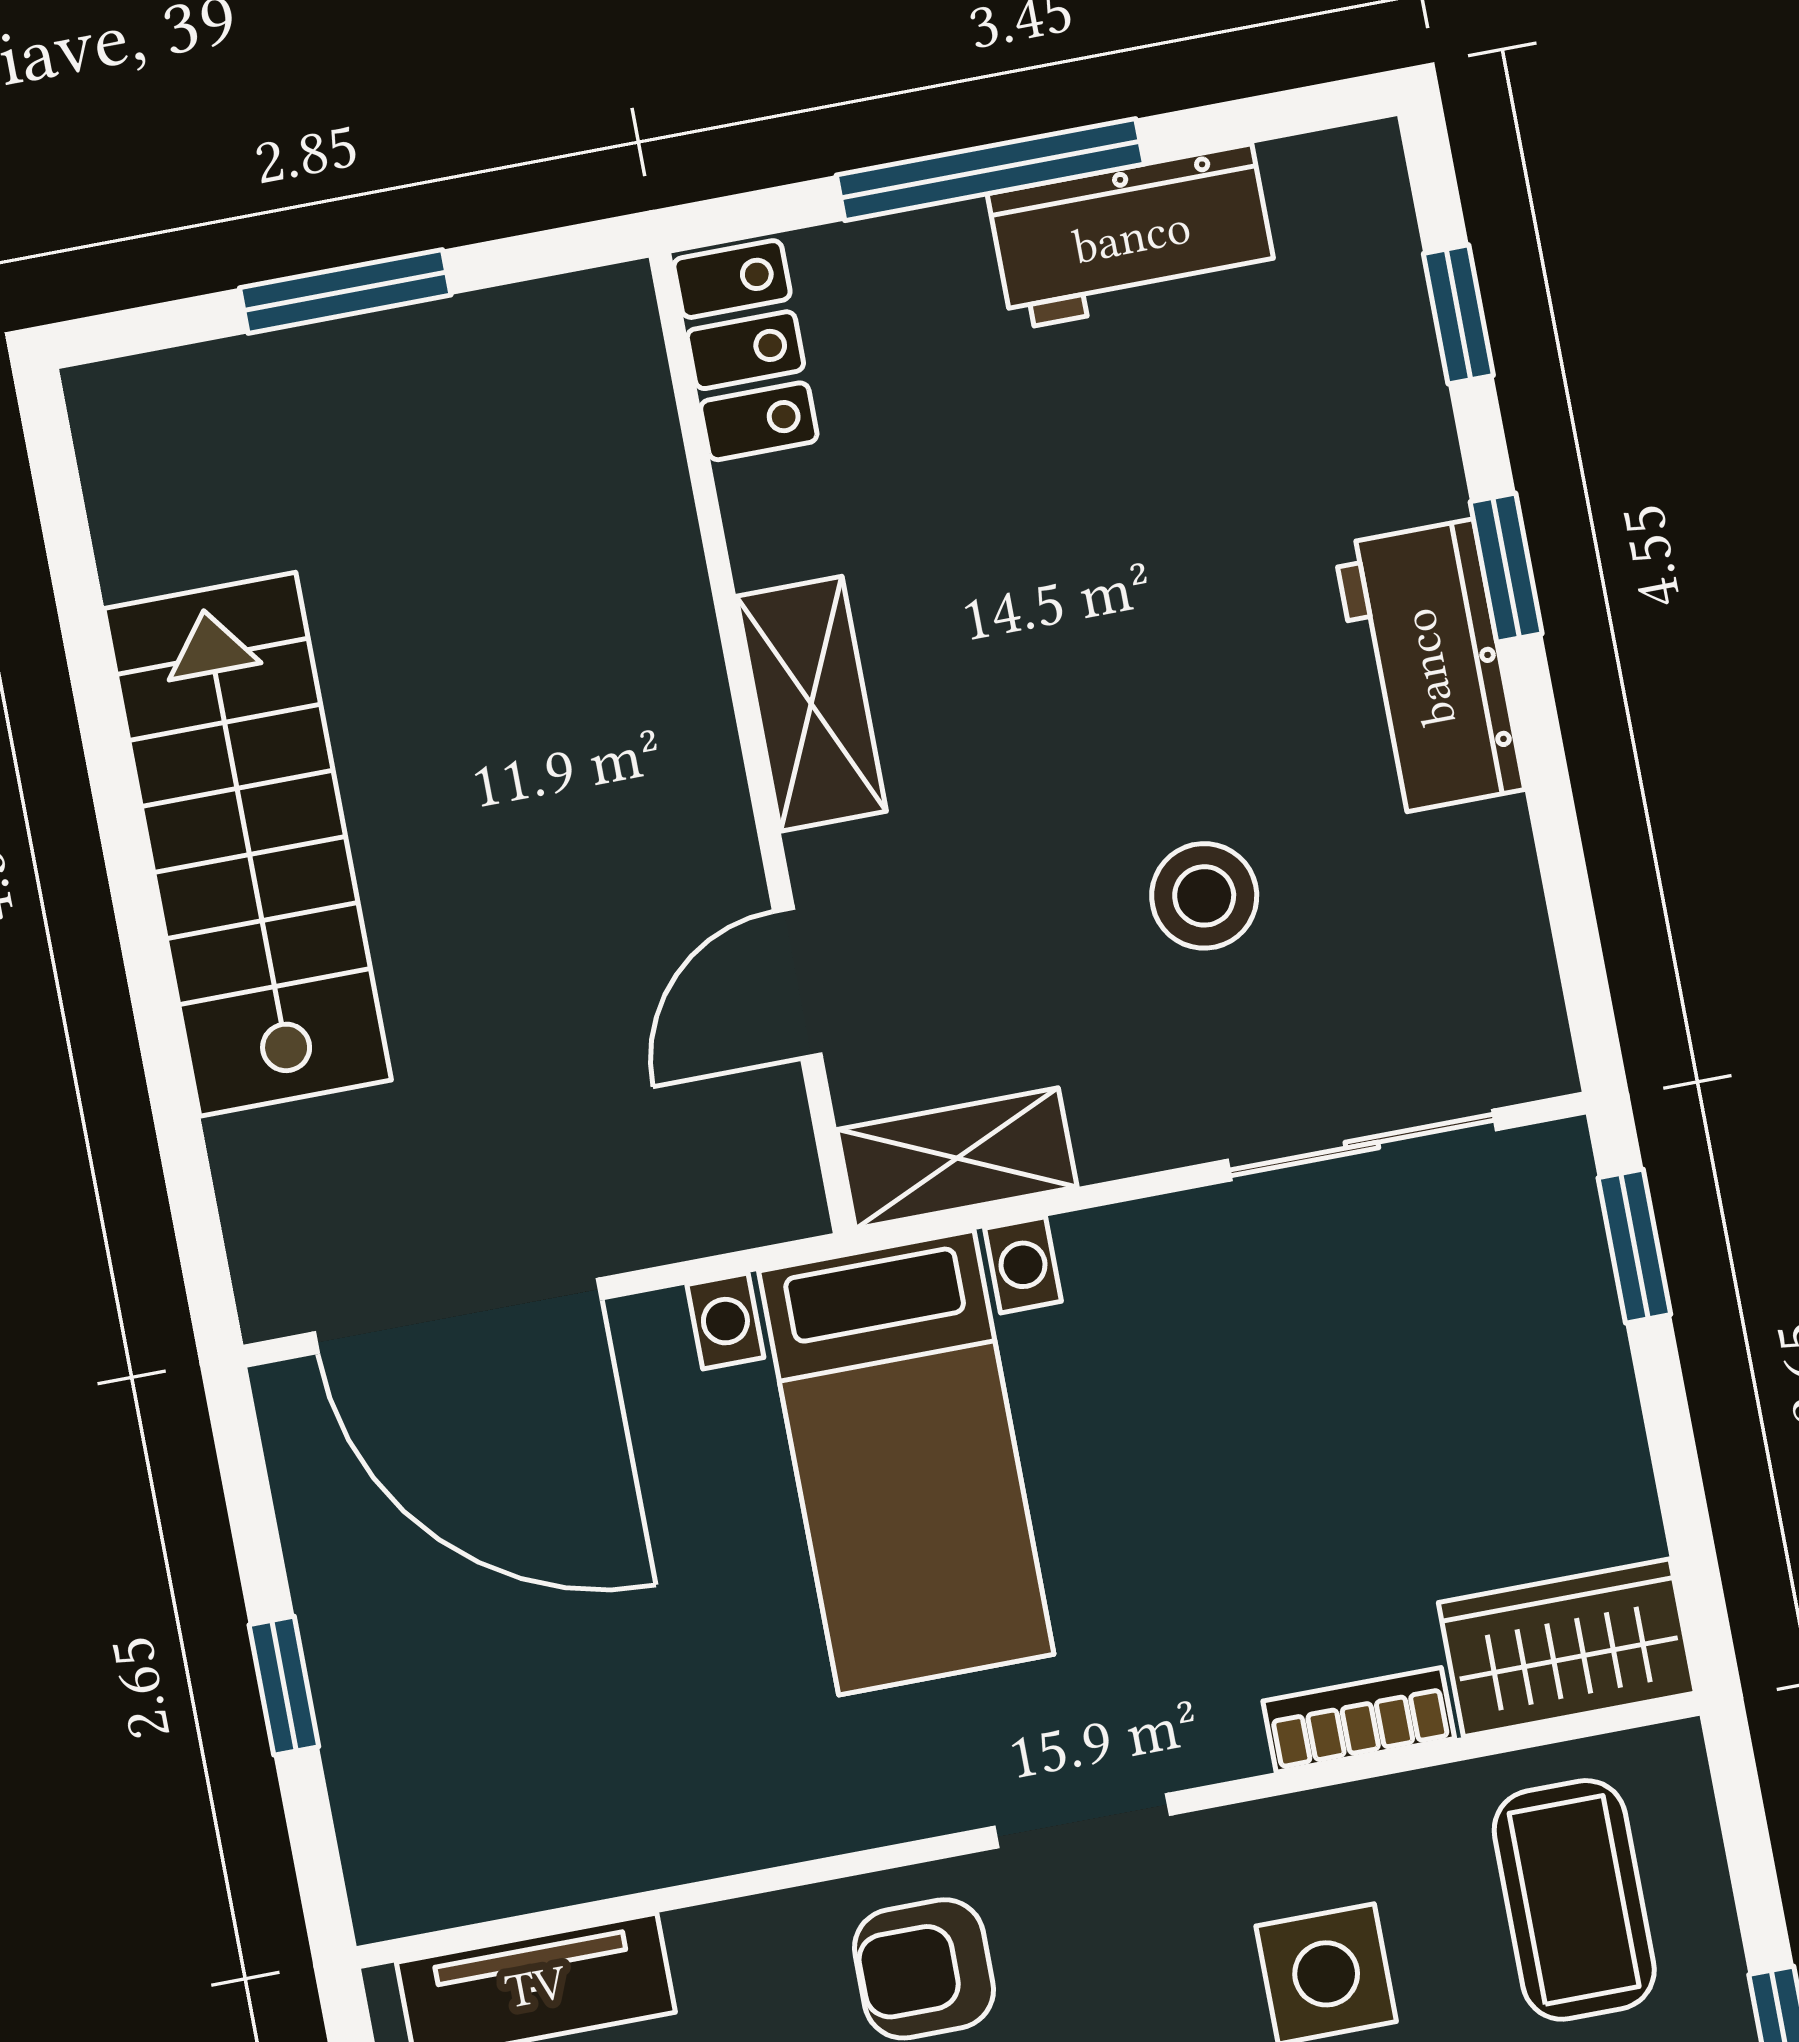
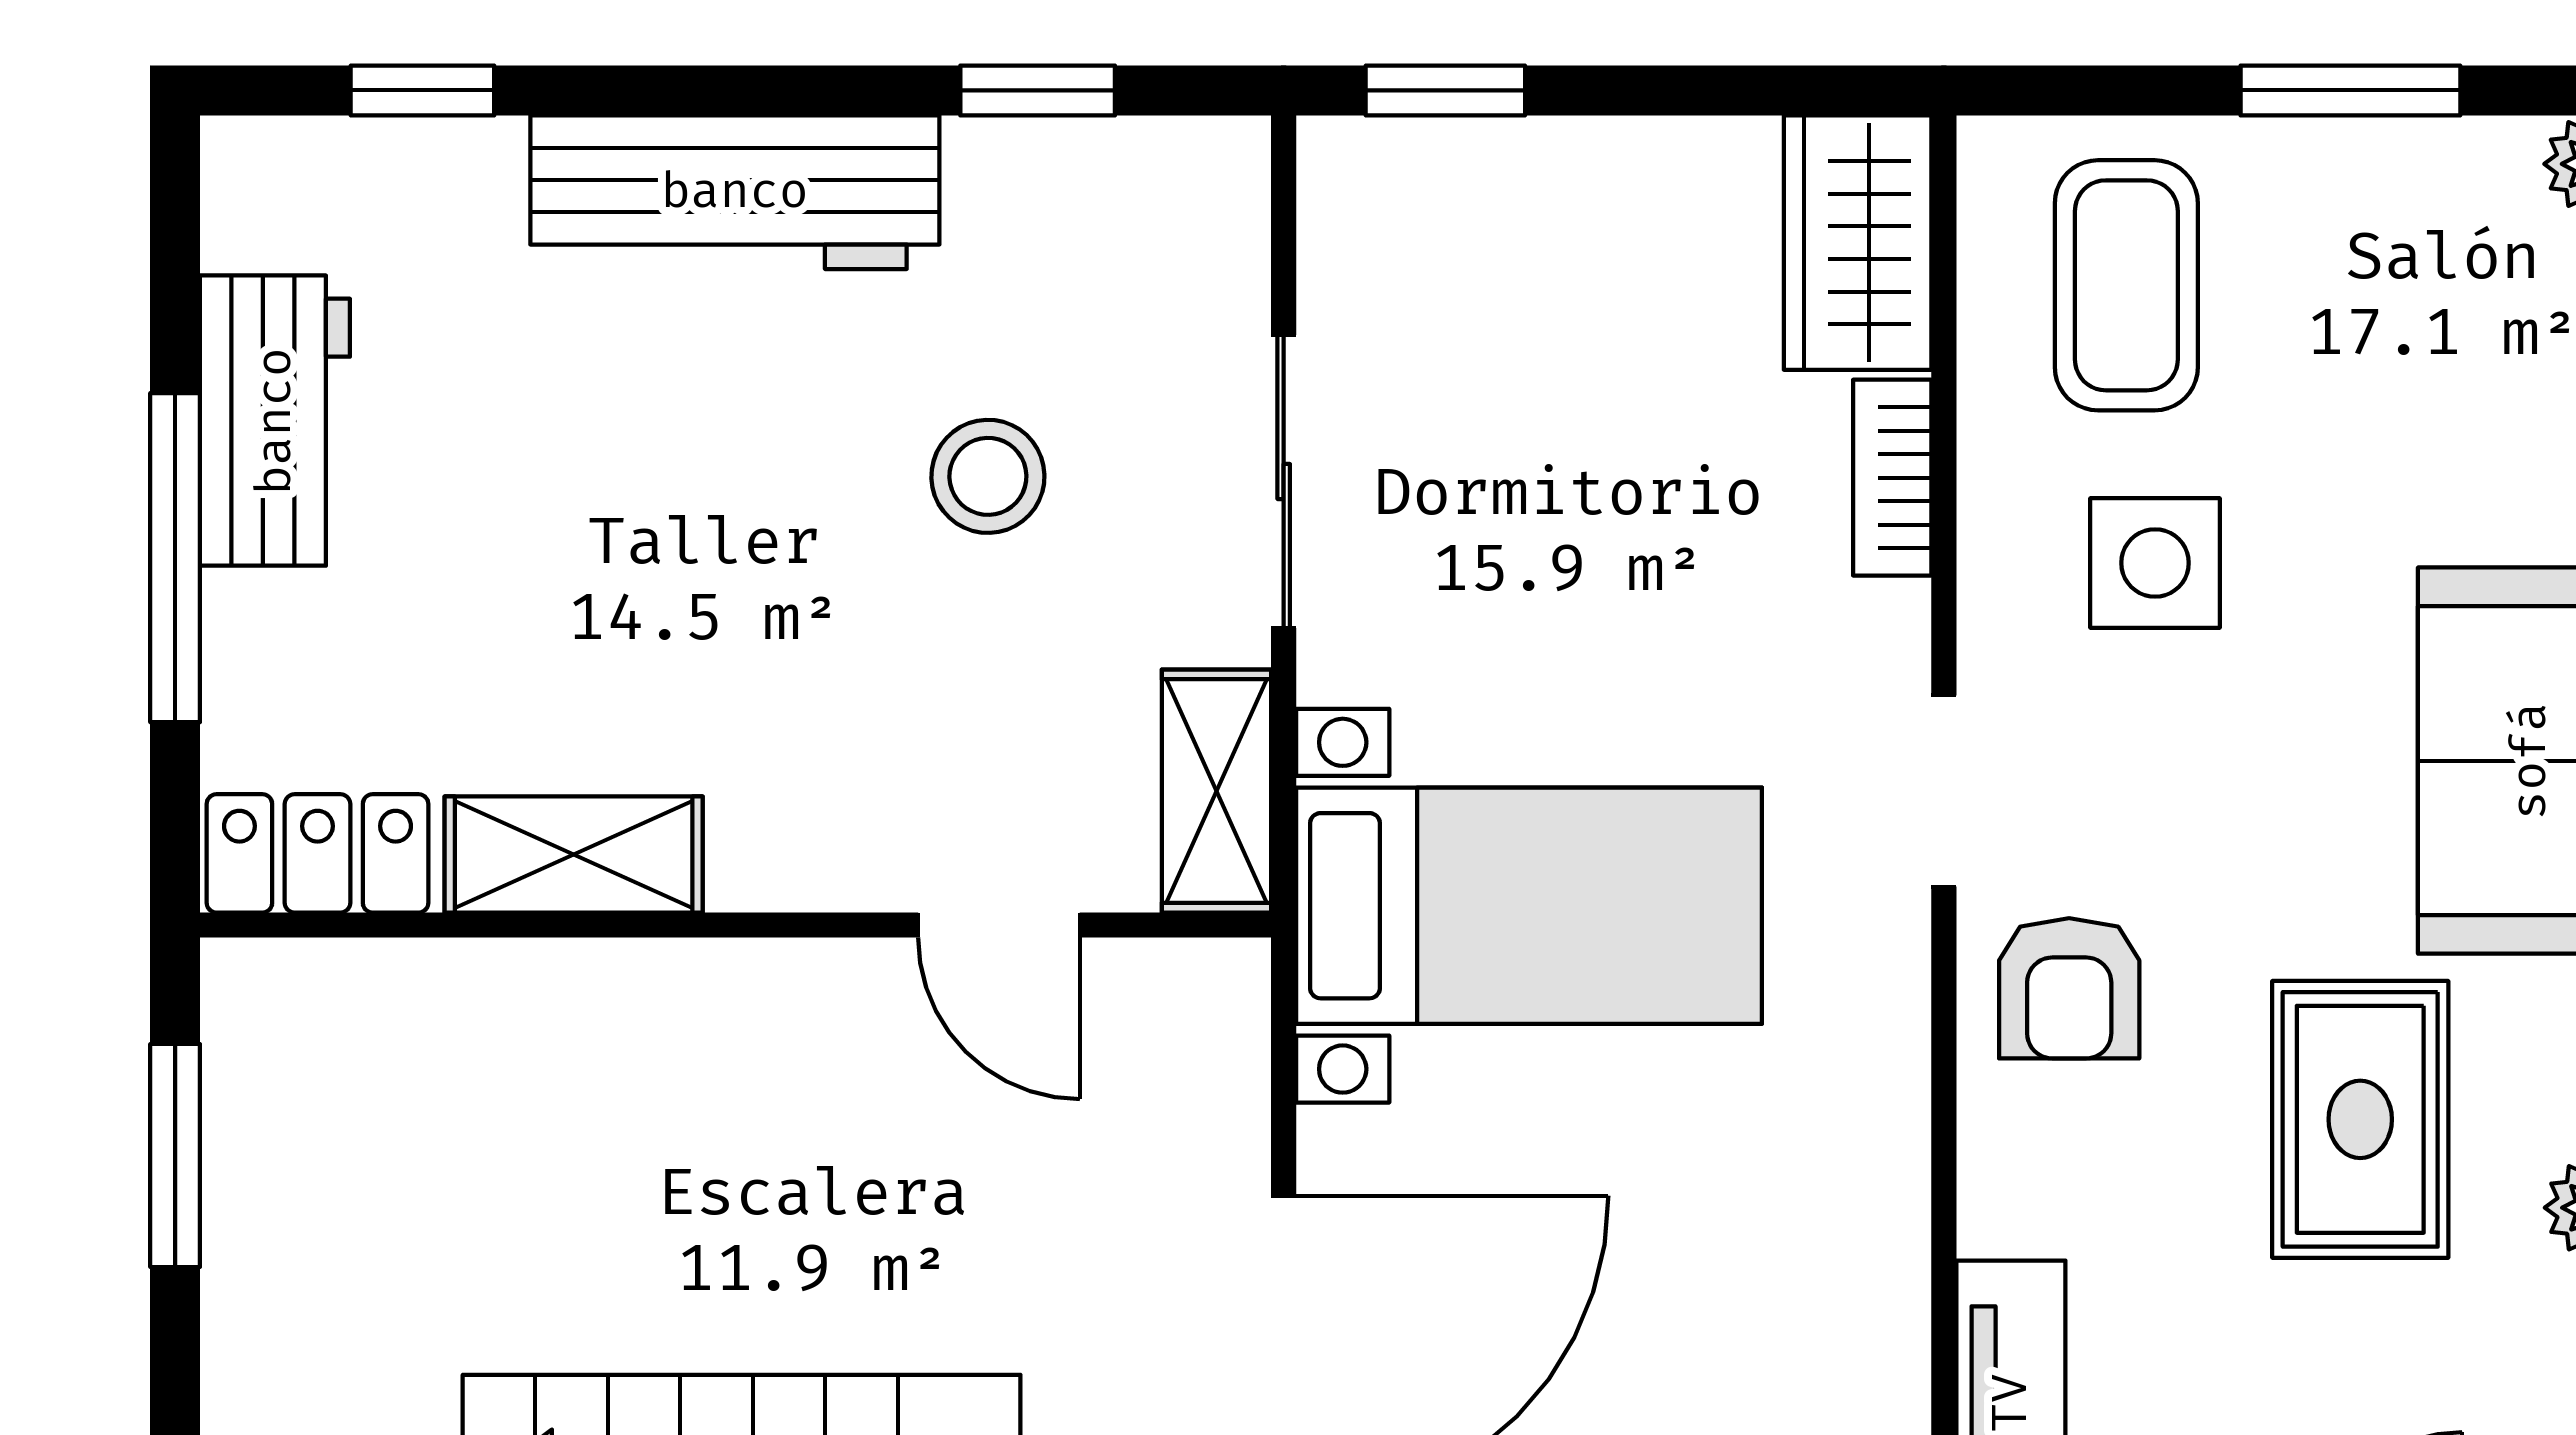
window: (345, 291) -> (175, 1155), moved
window: (1506, 568) -> (1038, 90), moved
workbench: (1429, 667) -> (735, 192), width x1.38
shelving: (811, 704) -> (574, 854), moved
sliding door: (1362, 1145) -> (1284, 481), moved
coffee table: (1574, 1900) -> (2126, 285), turned 90

